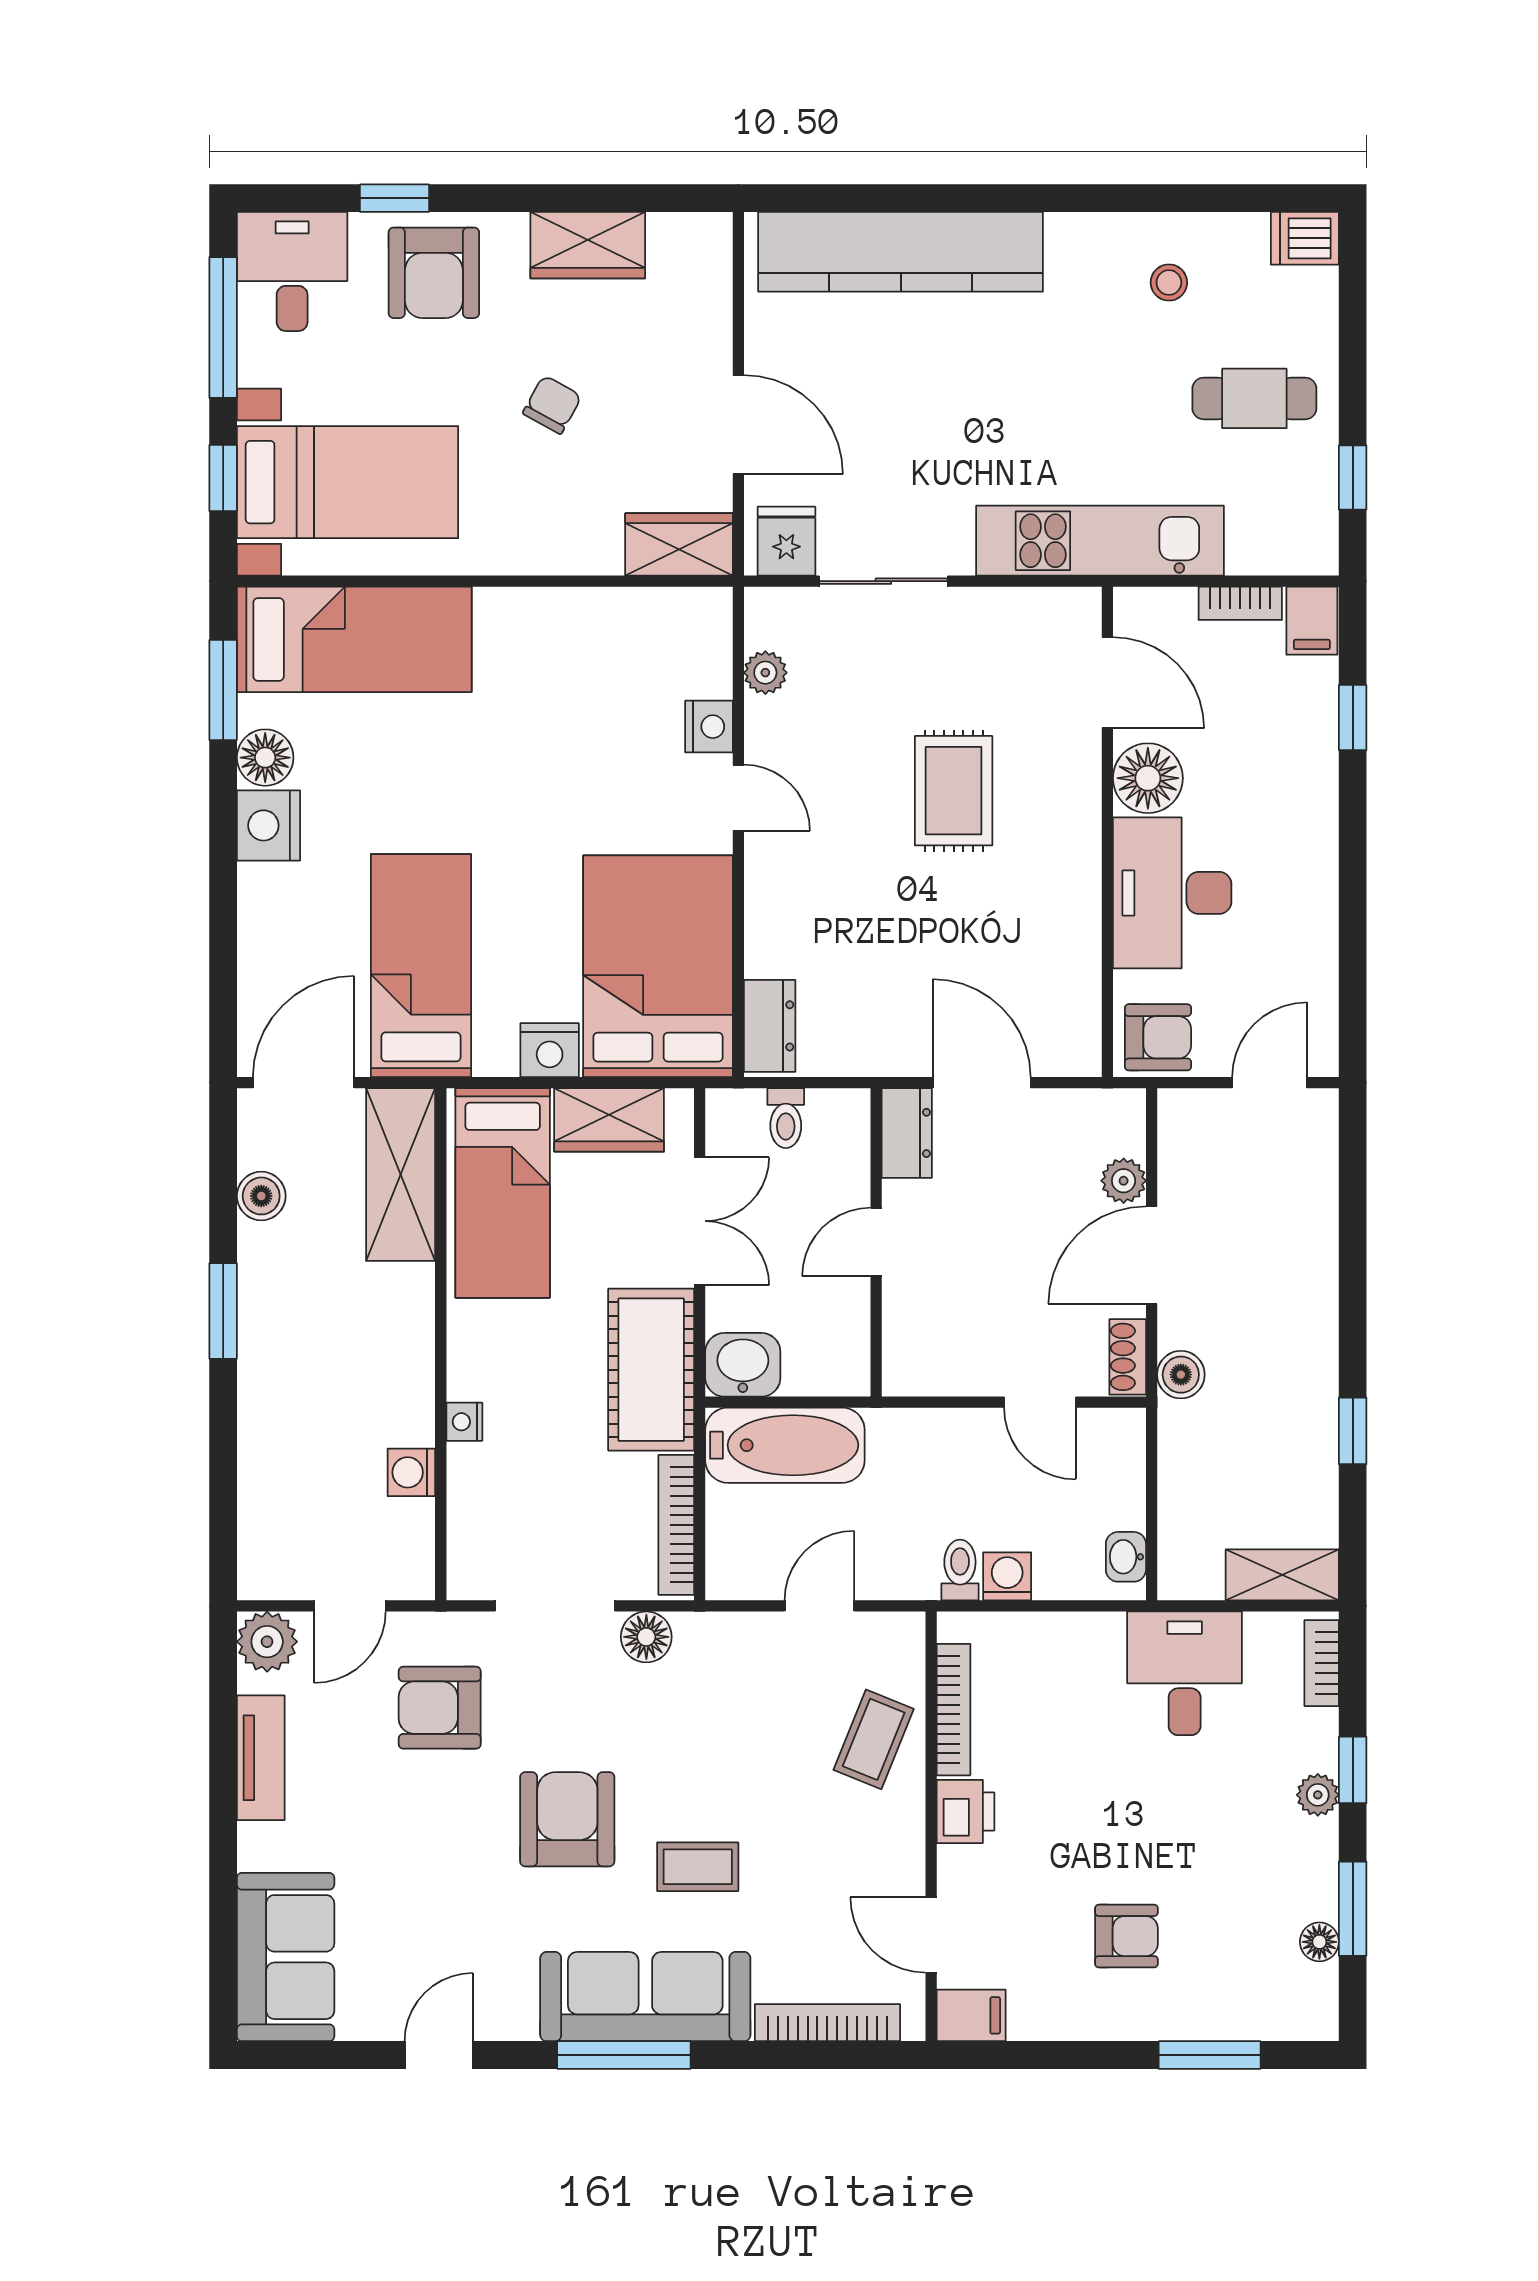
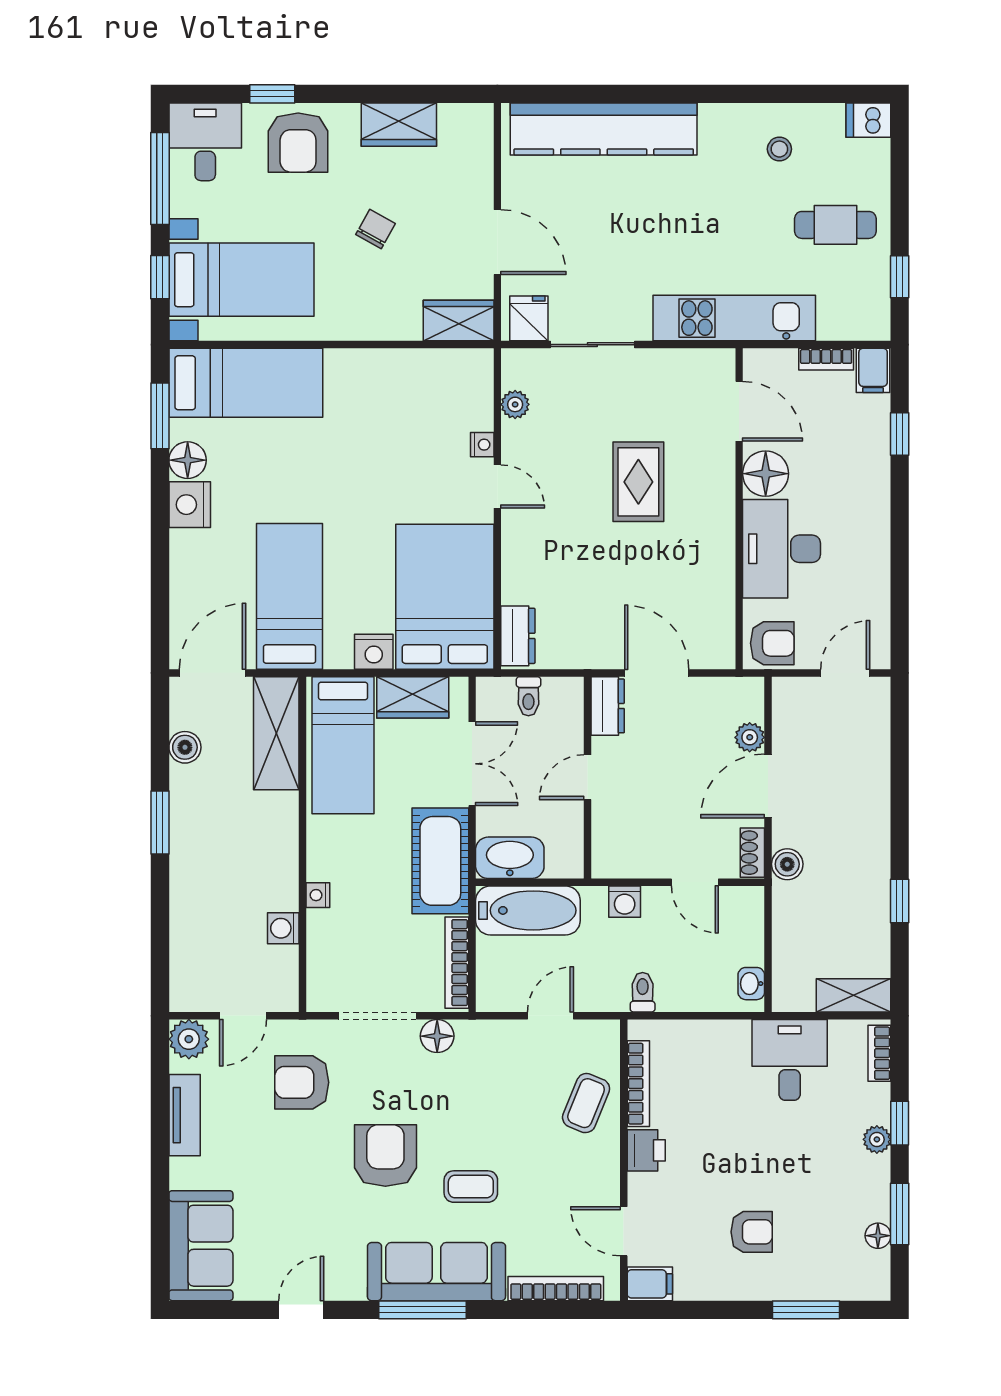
nightstand: (709, 727) -> (482, 445), width x0.72, depth x0.74
washbasin: (743, 1365) -> (510, 858), width x1.38
washing machine: (1007, 1576) -> (625, 902), moved, turned 180

